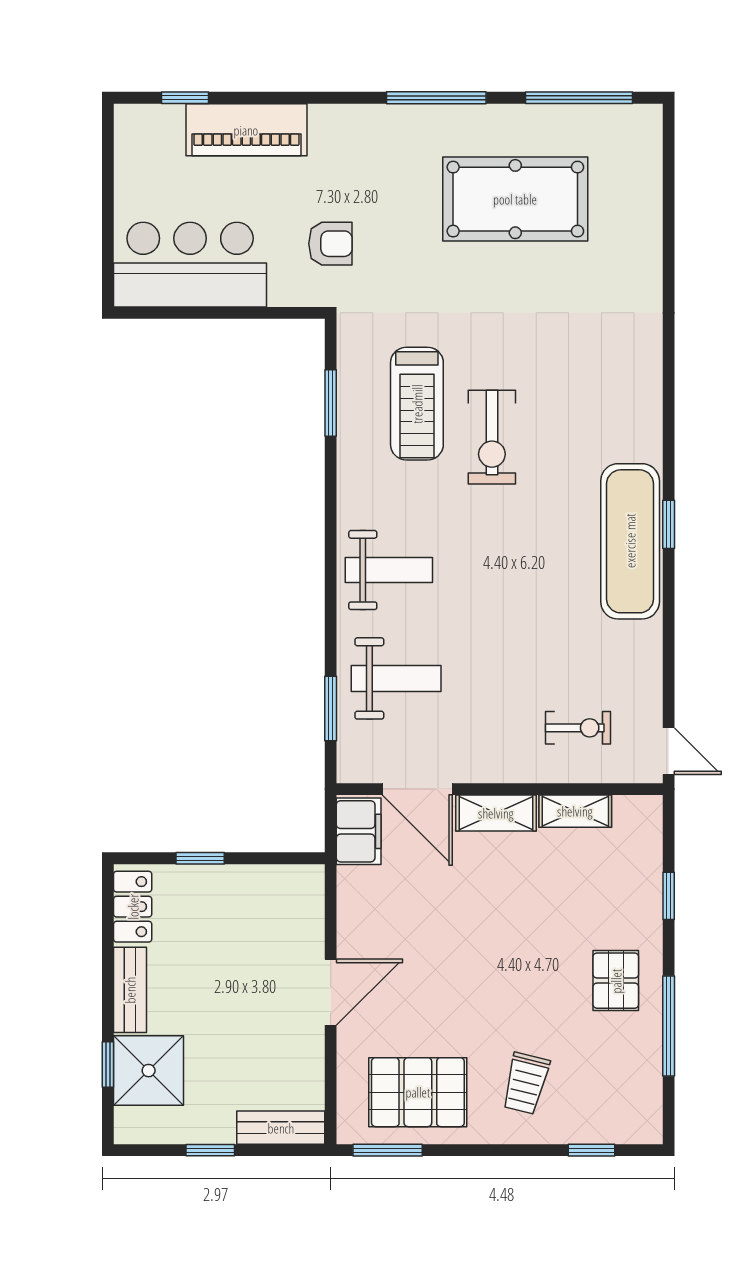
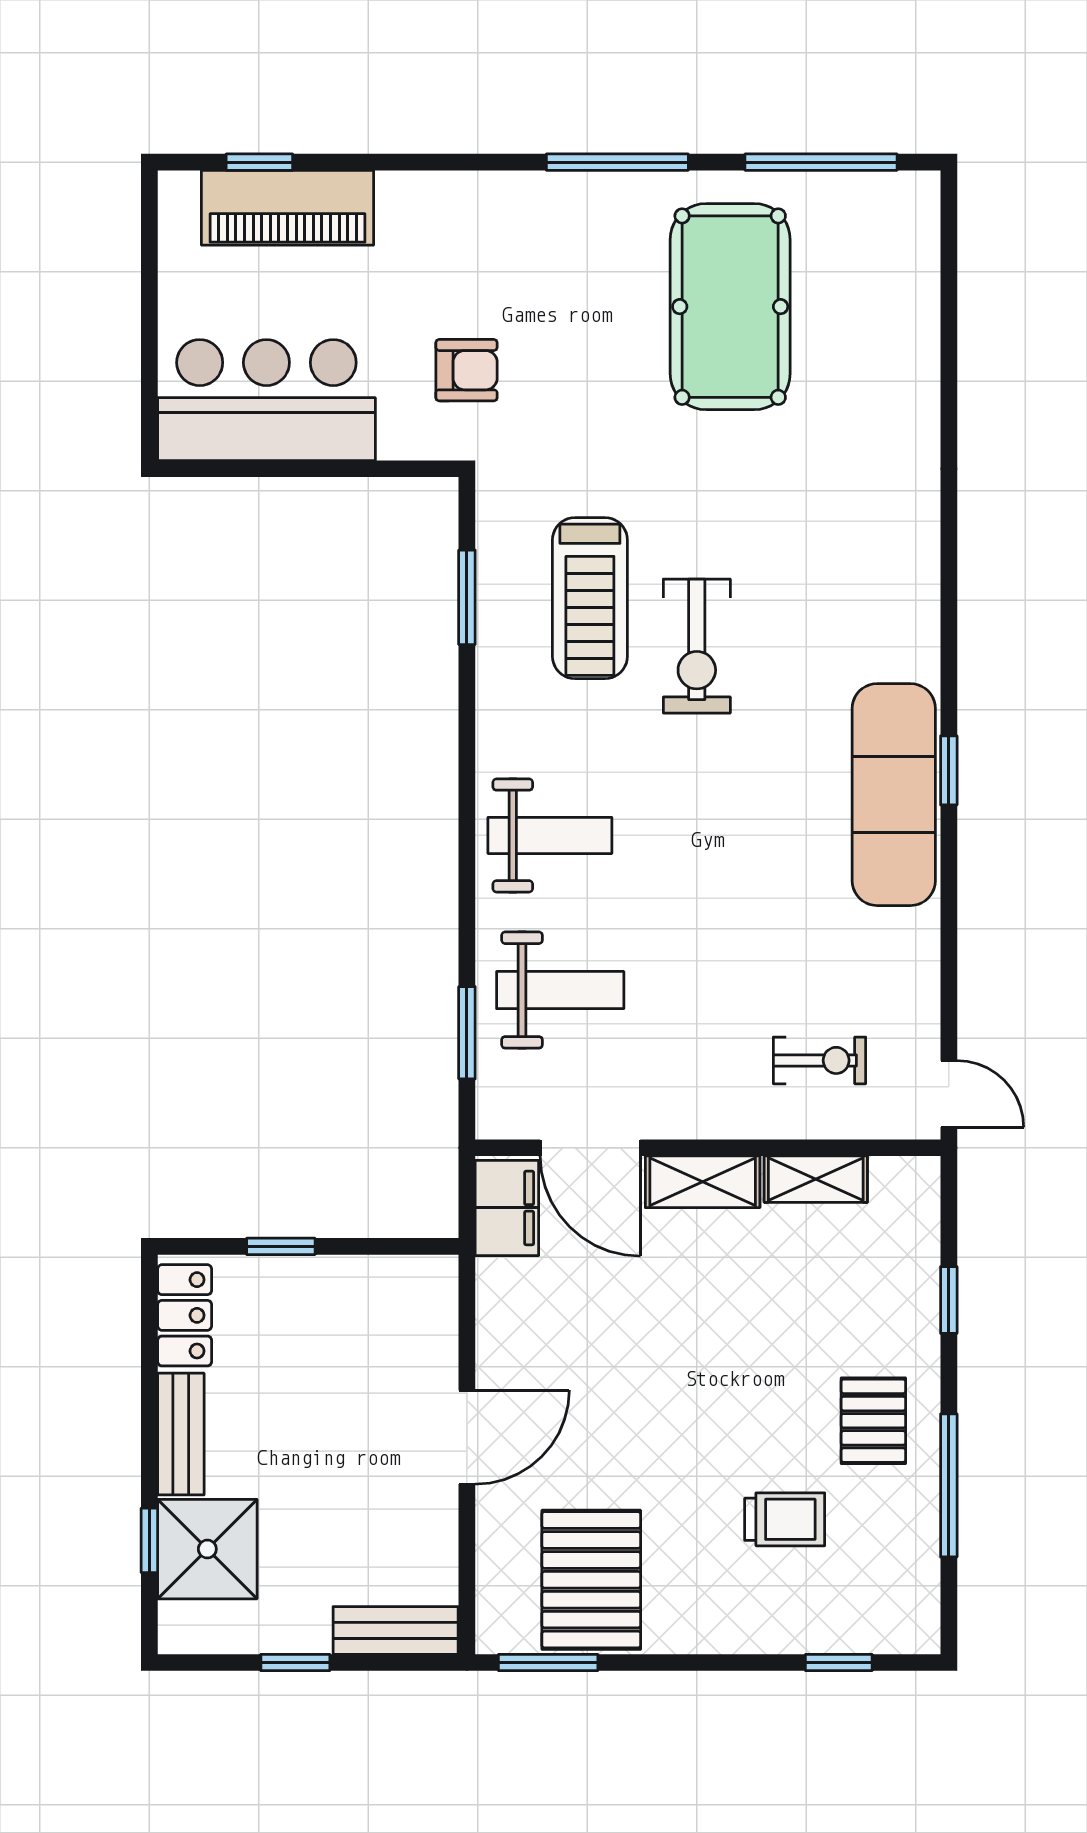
piano: (246, 130) -> (287, 208), moved
pool table: (515, 199) -> (730, 307), turned 90
trolley: (526, 1083) -> (785, 1519), moved, turned -104
pallet: (418, 1092) -> (591, 1580), turned 90

